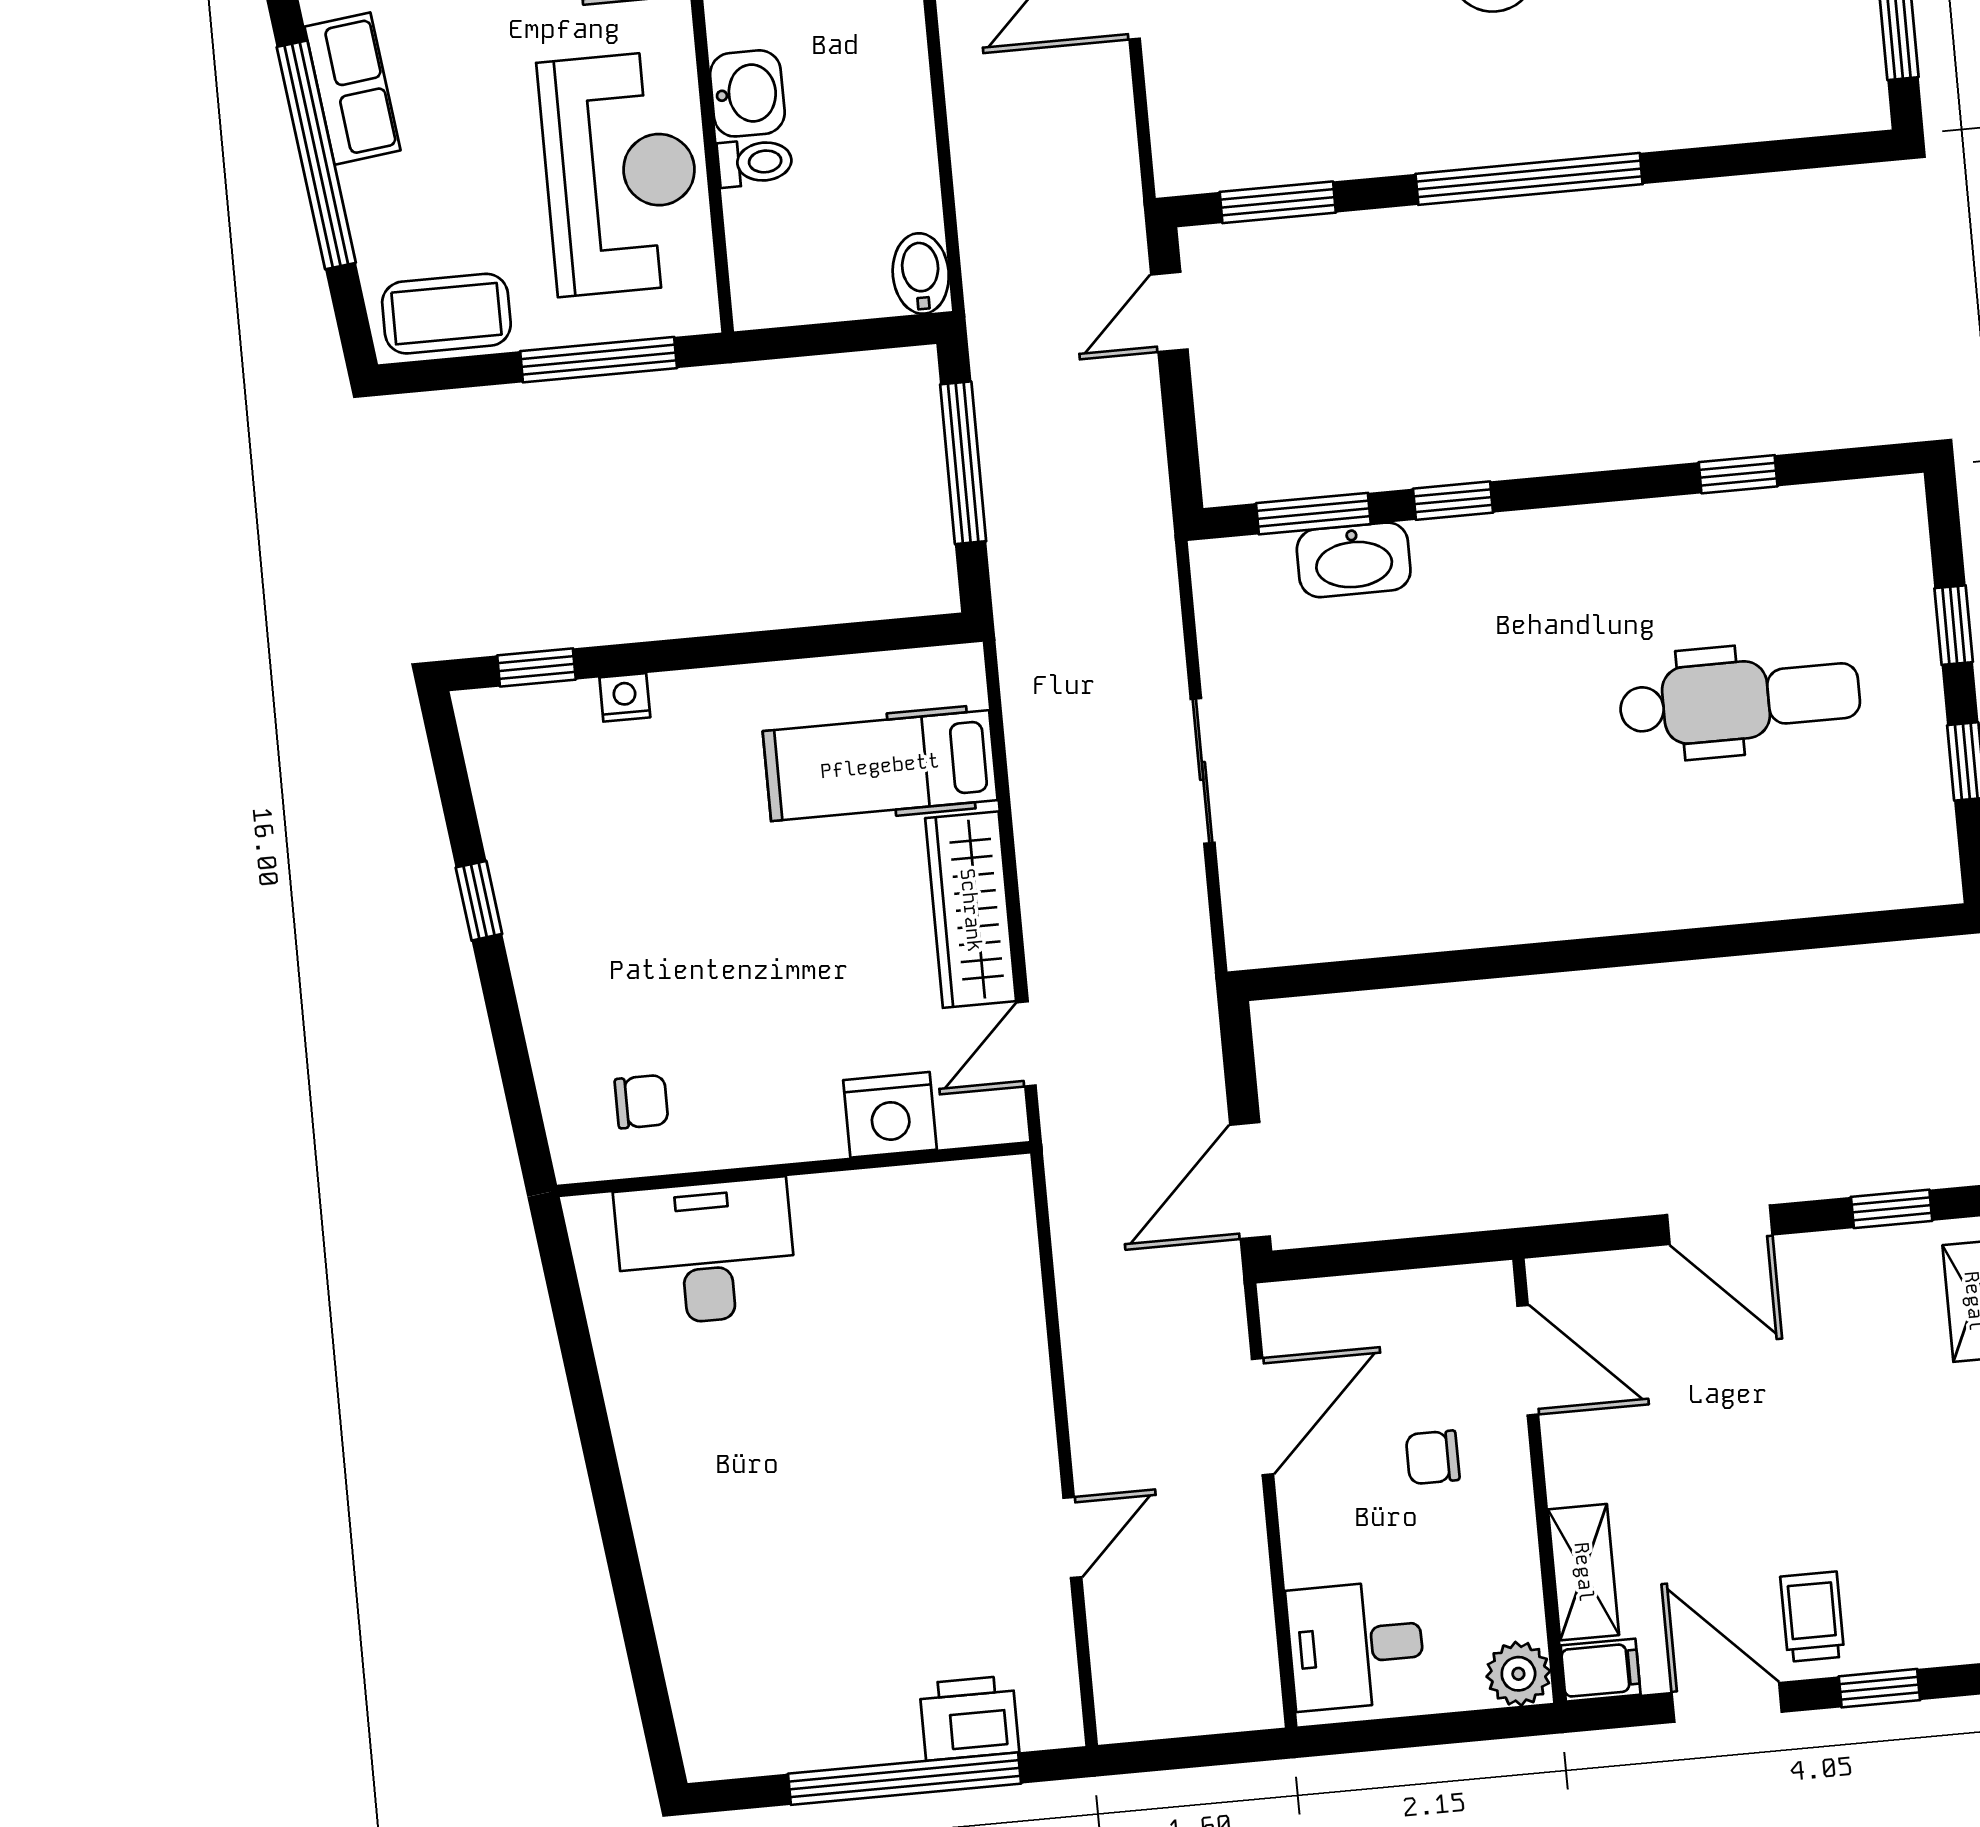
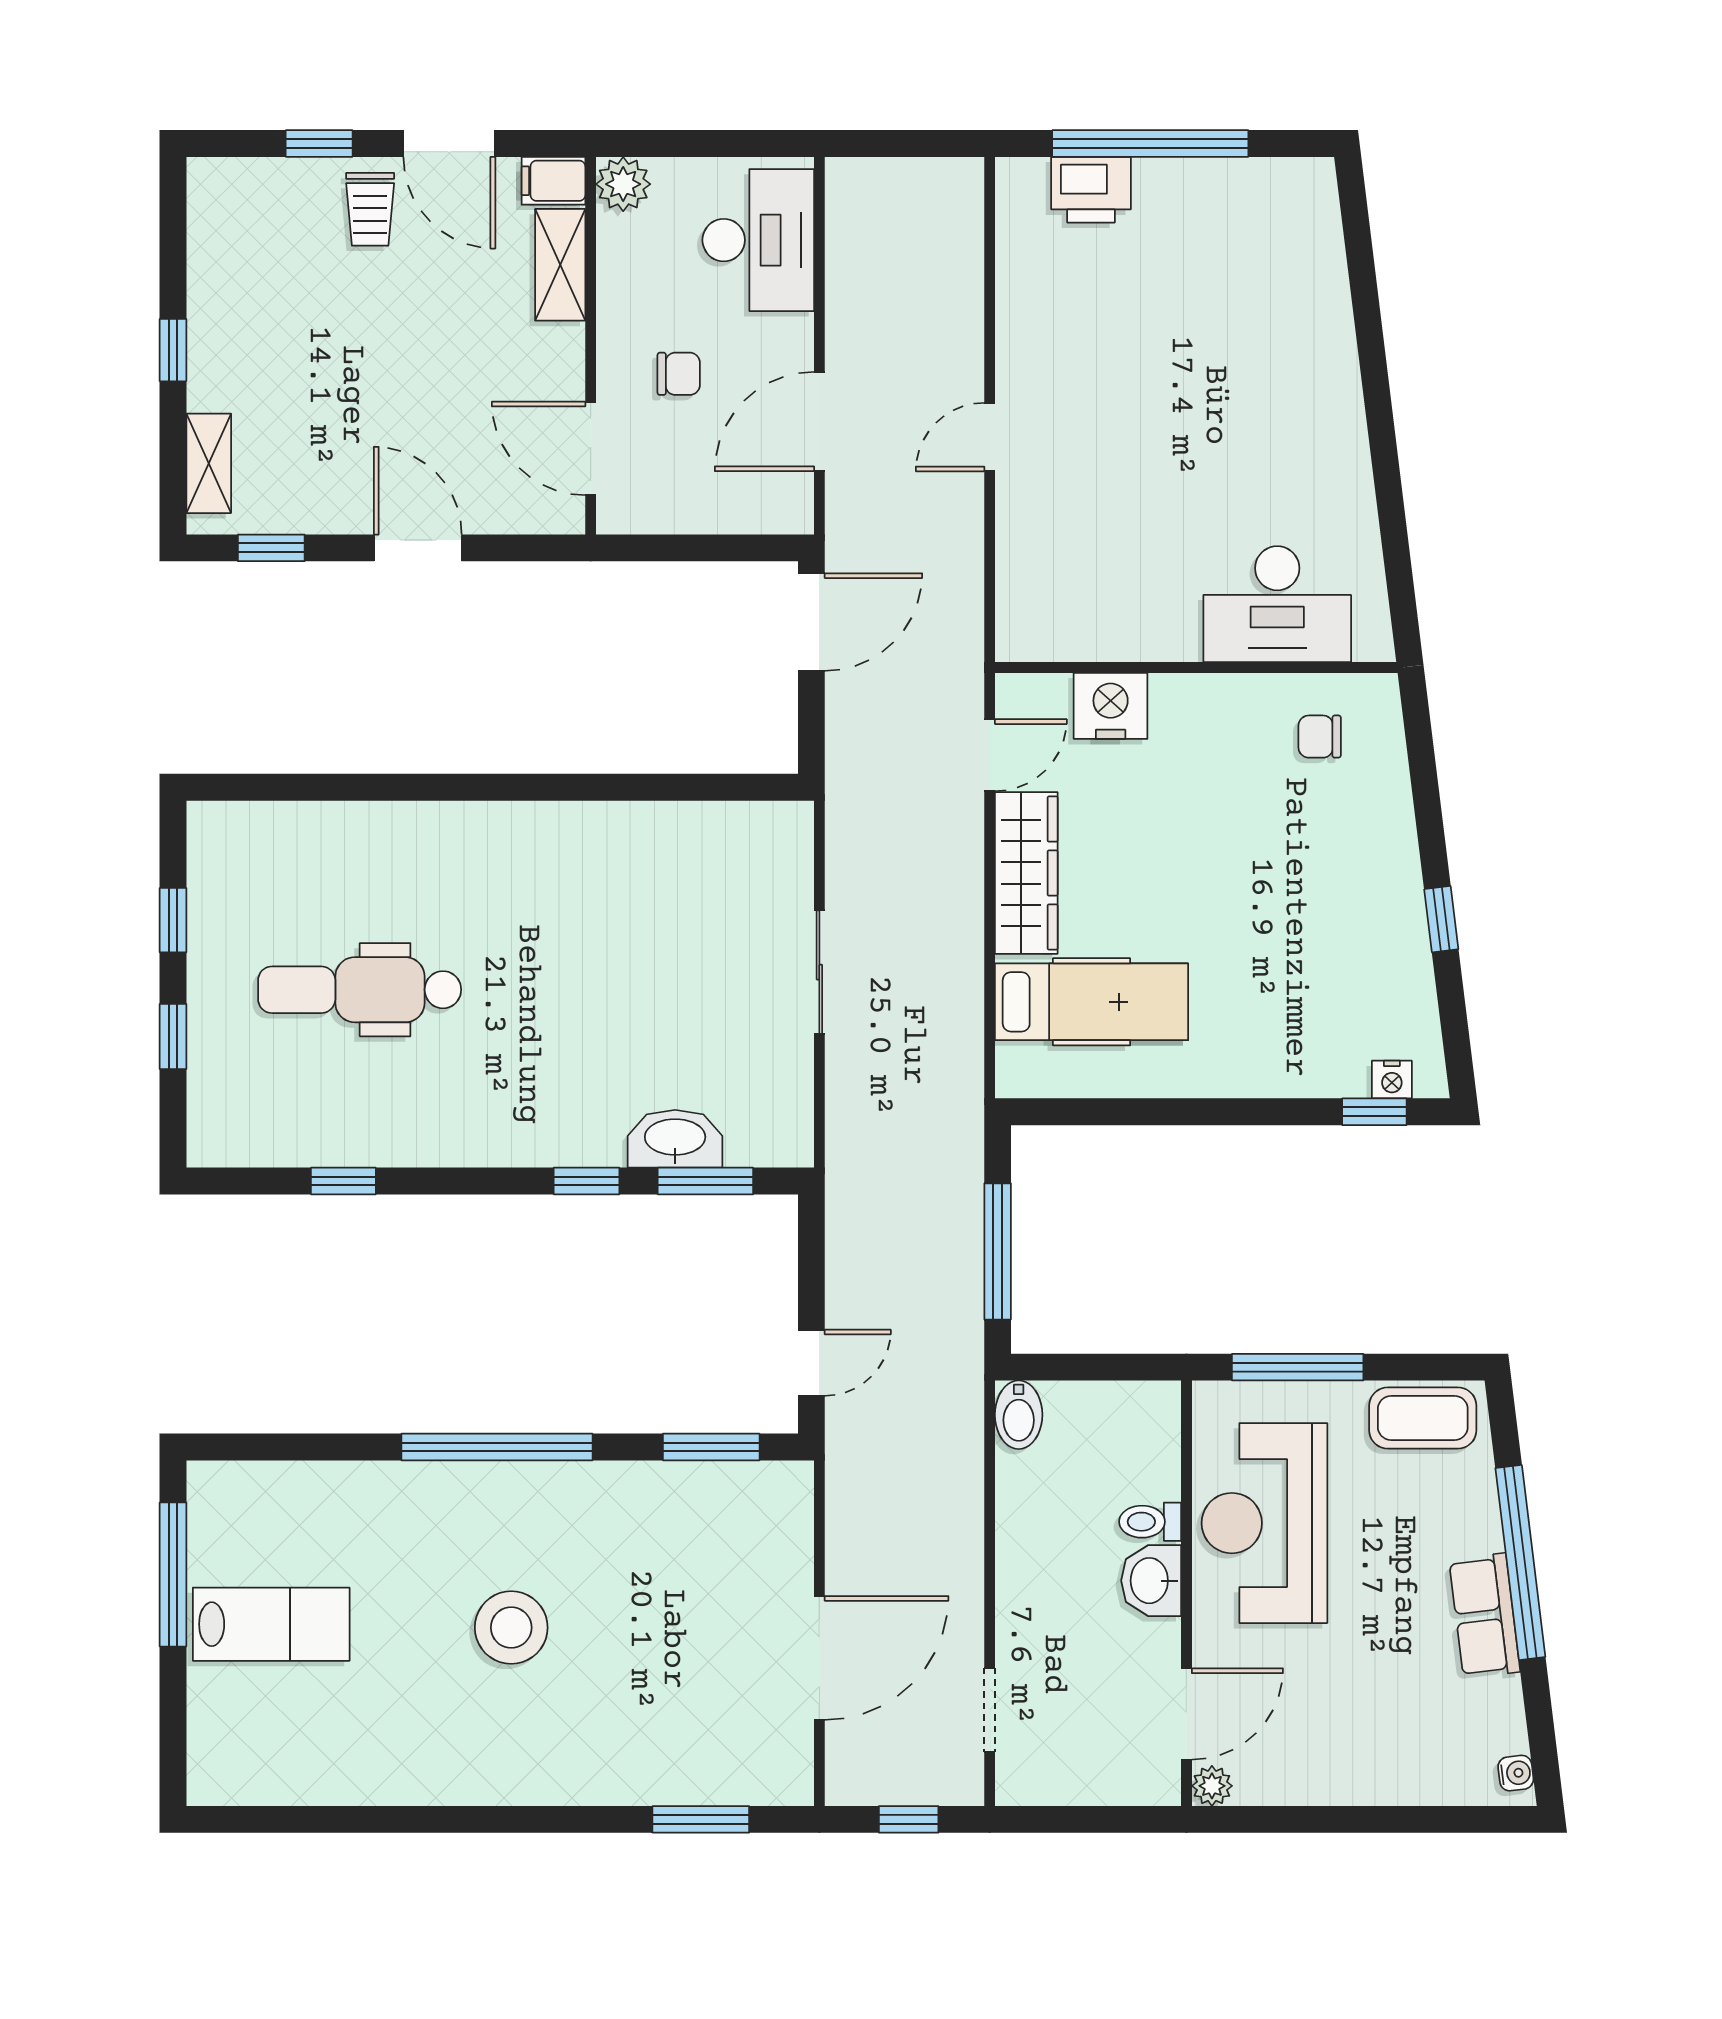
nightstand: (625, 697) -> (1392, 1080), moved
door: (1072, 1537) -> (990, 437), moved
desk: (1356, 1645) -> (758, 240), width x1.37

